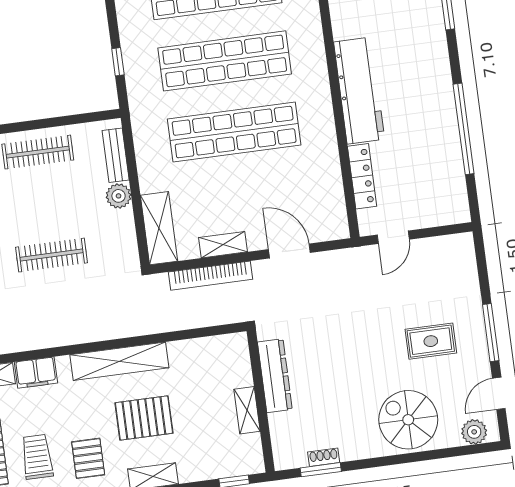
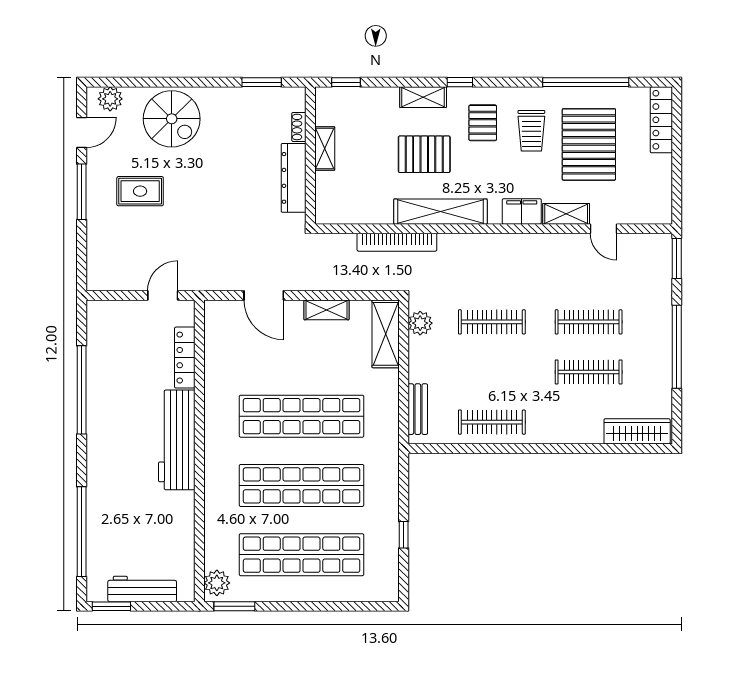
window: (118, 62) -> (404, 535), moved
plant: (119, 196) -> (420, 323), moved
bookcase: (211, 276) -> (397, 242), moved, turned 180
shoe rack: (324, 457) -> (299, 127), moved, turned 90

